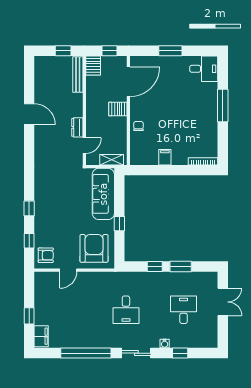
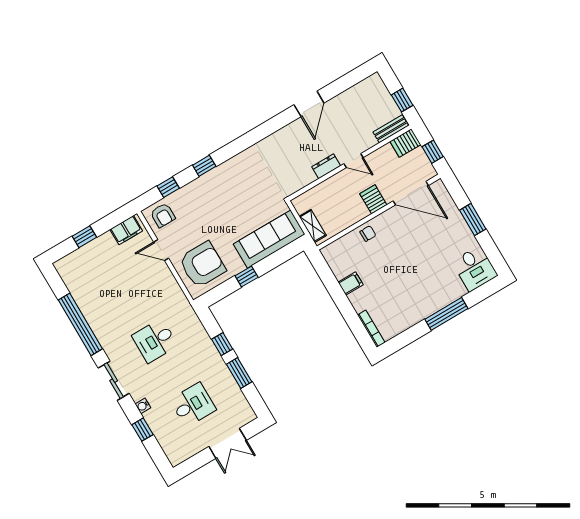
bench: (78, 74) -> (391, 129), width x0.73
door: (84, 146) -> (353, 161), moved
filing cabinet: (41, 336) -> (126, 230), moved

